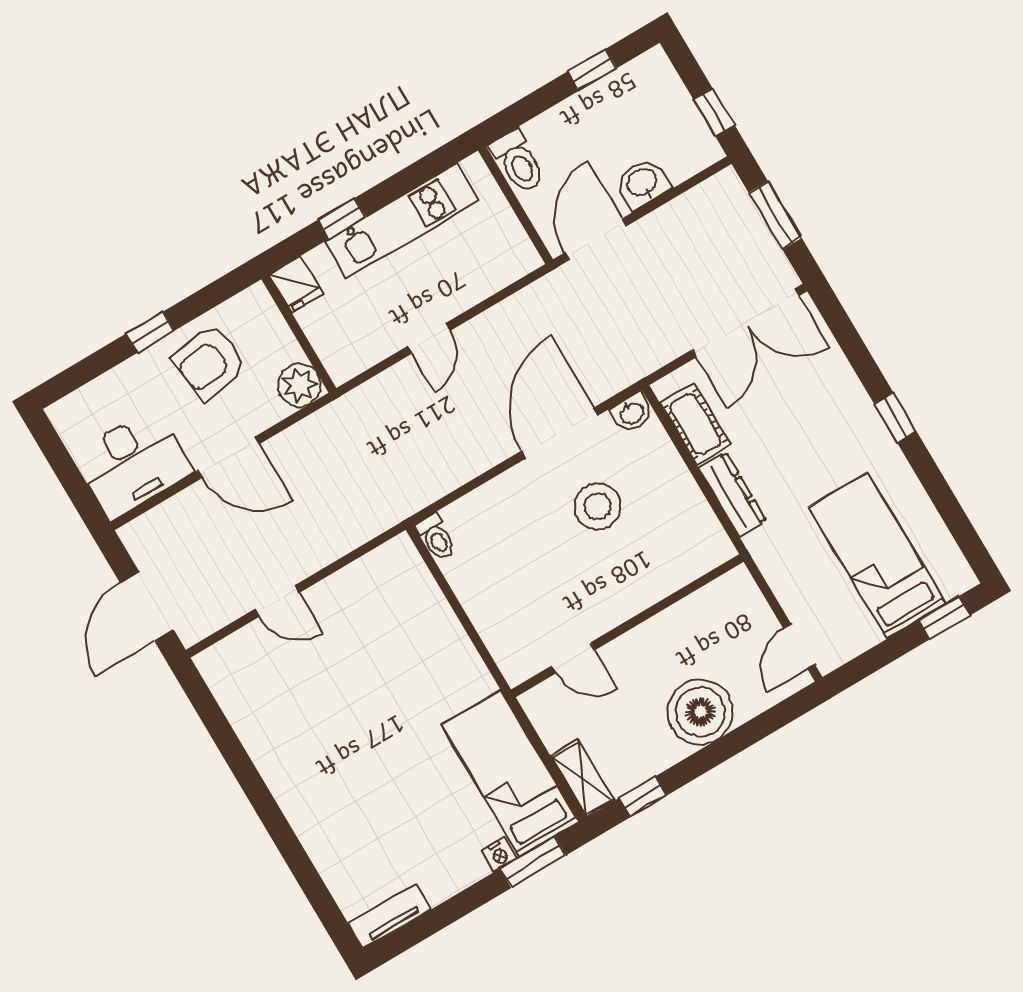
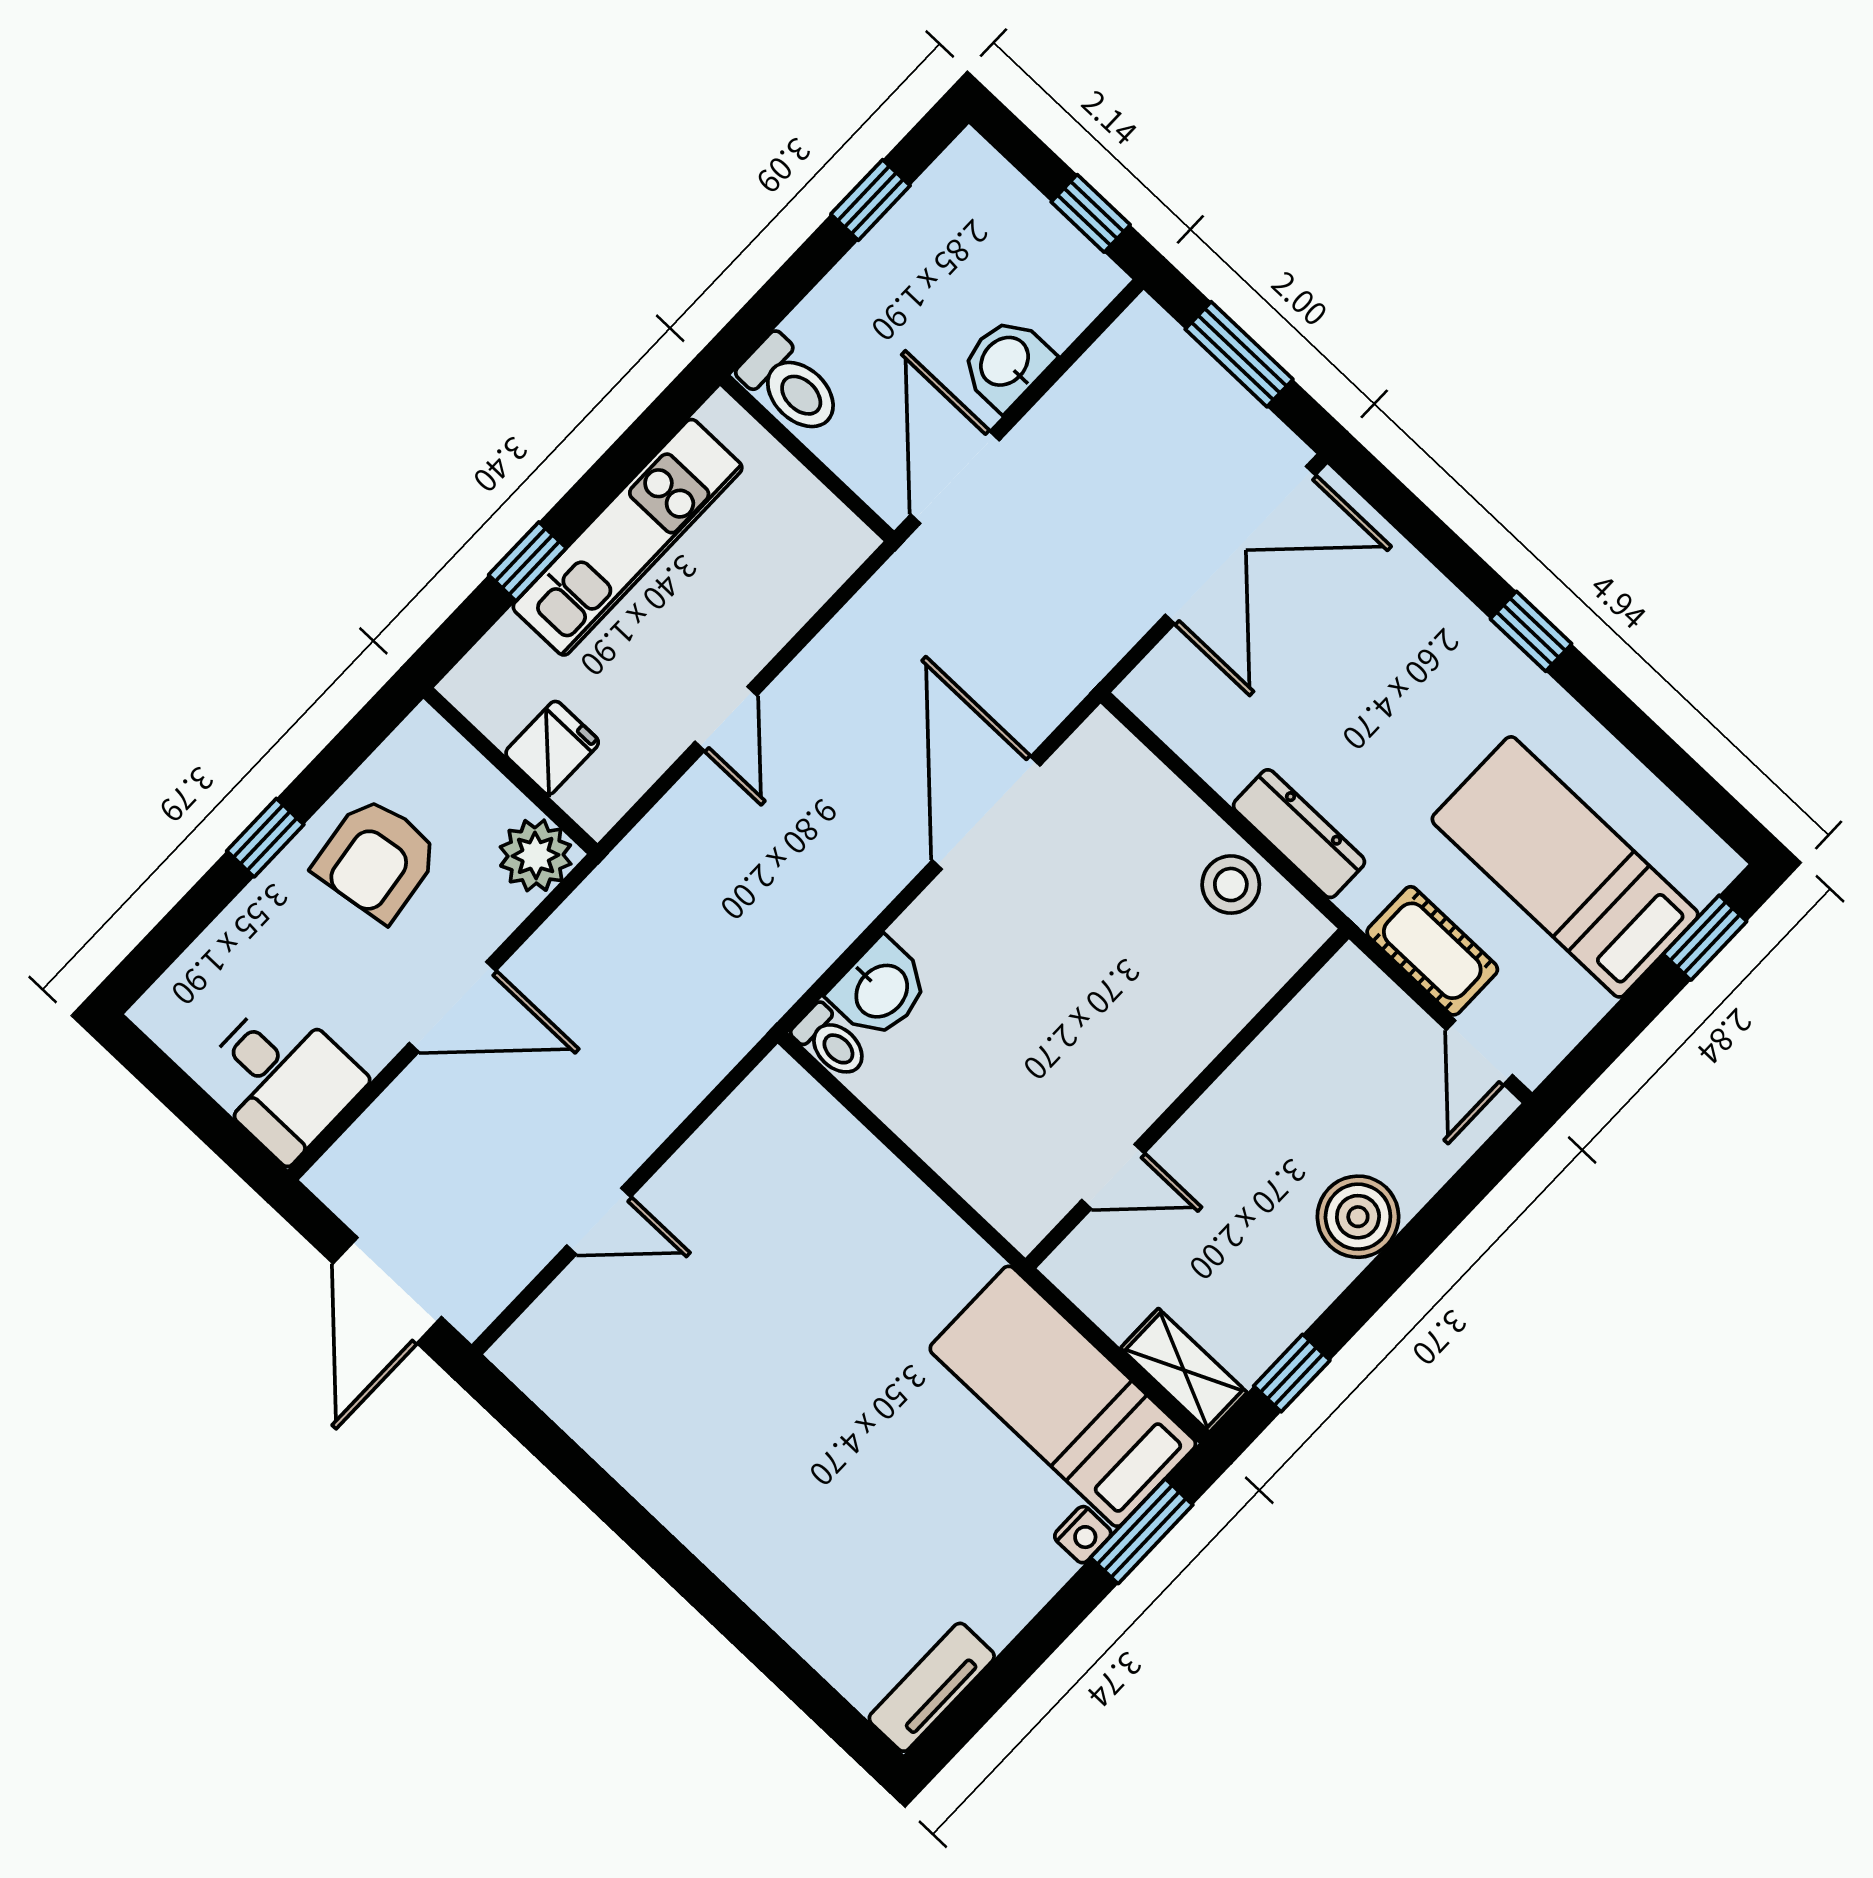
fridge: (296, 284) -> (552, 748), moved, turned -90
washbasin: (632, 413) -> (880, 990), moved, width x1.38, depth x1.45
cot: (695, 424) -> (1432, 951), moved
desk: (133, 464) -> (282, 1079), width x0.73
stool: (598, 506) -> (1231, 885), moved, width x0.73, depth x0.73
boiler: (700, 712) -> (1358, 1217), width x0.73, depth x0.73

